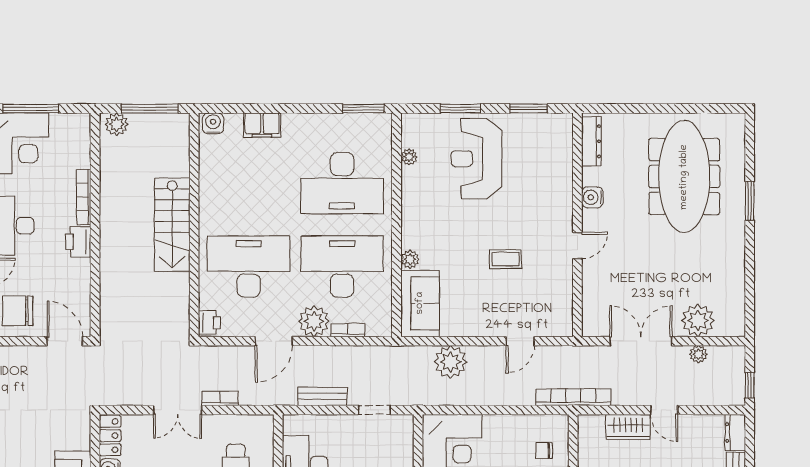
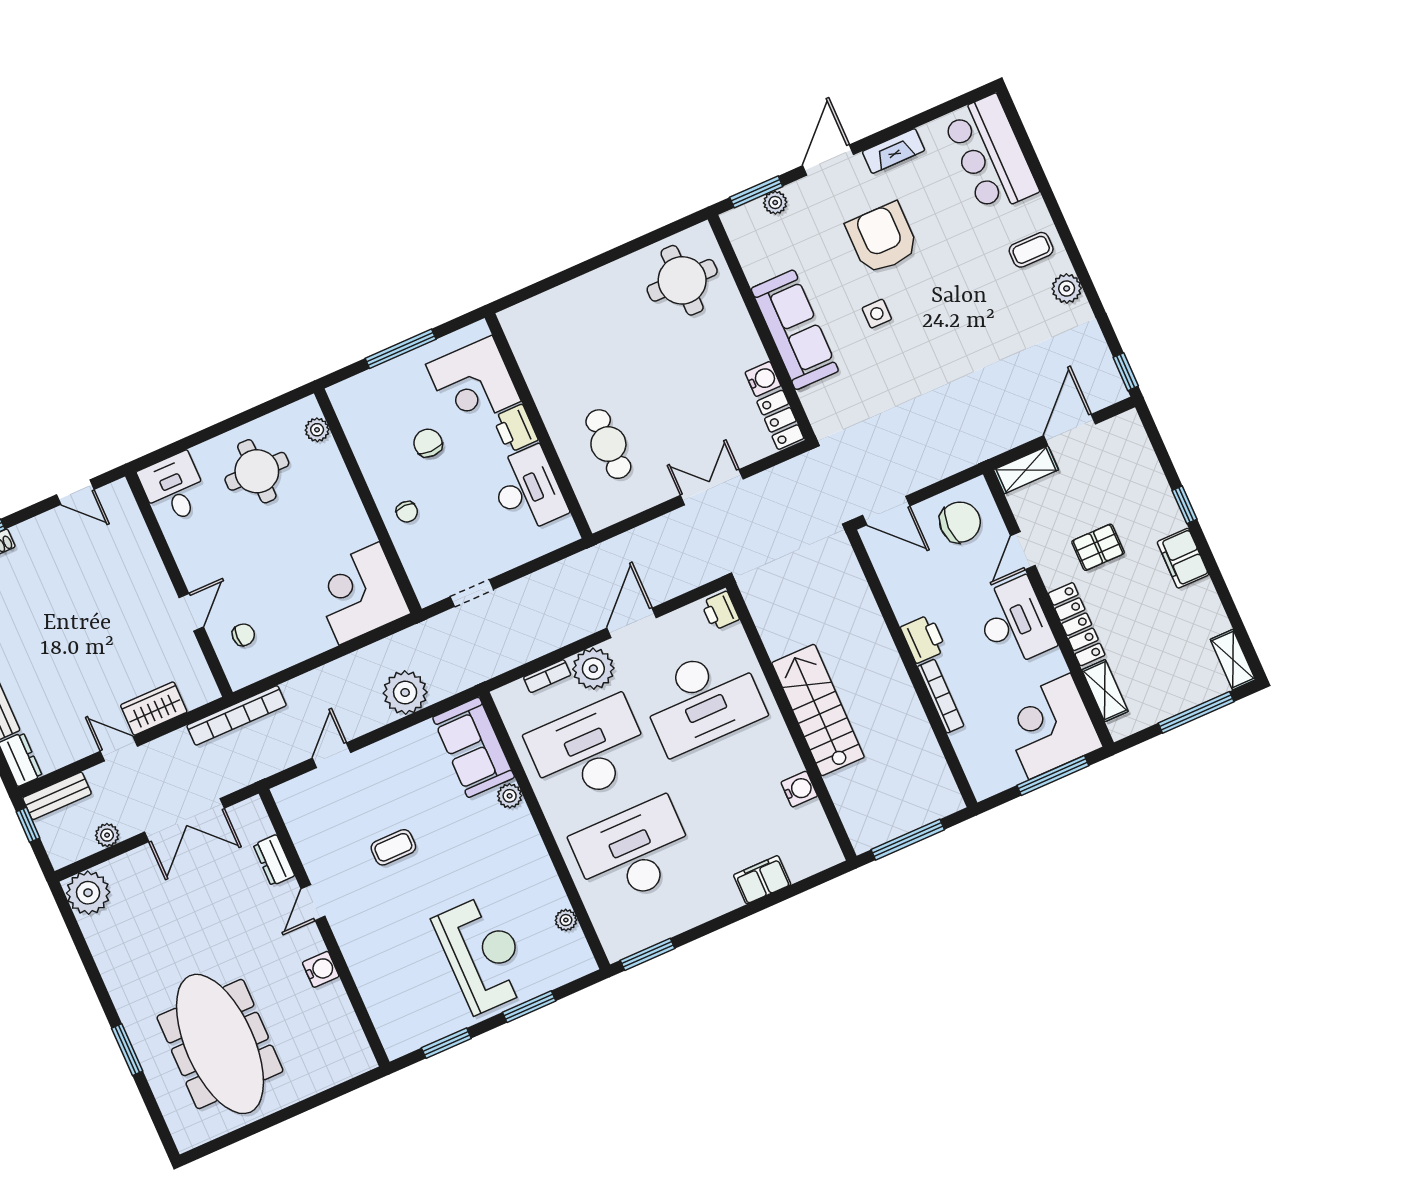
water cooler: (213, 123) -> (799, 789), moved, turned -90
plant: (117, 124) -> (940, 803), removed
dresser: (591, 141) -> (274, 860), moved, width x0.70
desk: (342, 266) -> (589, 750), turned 180
plant: (698, 320) -> (88, 893), moved
bench: (322, 396) -> (57, 796), moved
bookcase: (220, 398) -> (666, 524), removed

